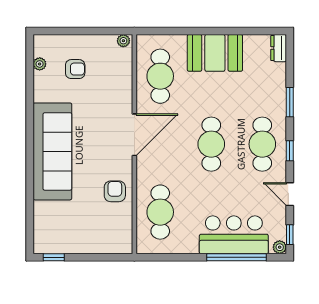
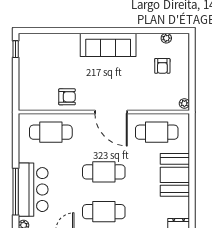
sofa: (52, 151) -> (108, 45), width x0.74, depth x0.79

